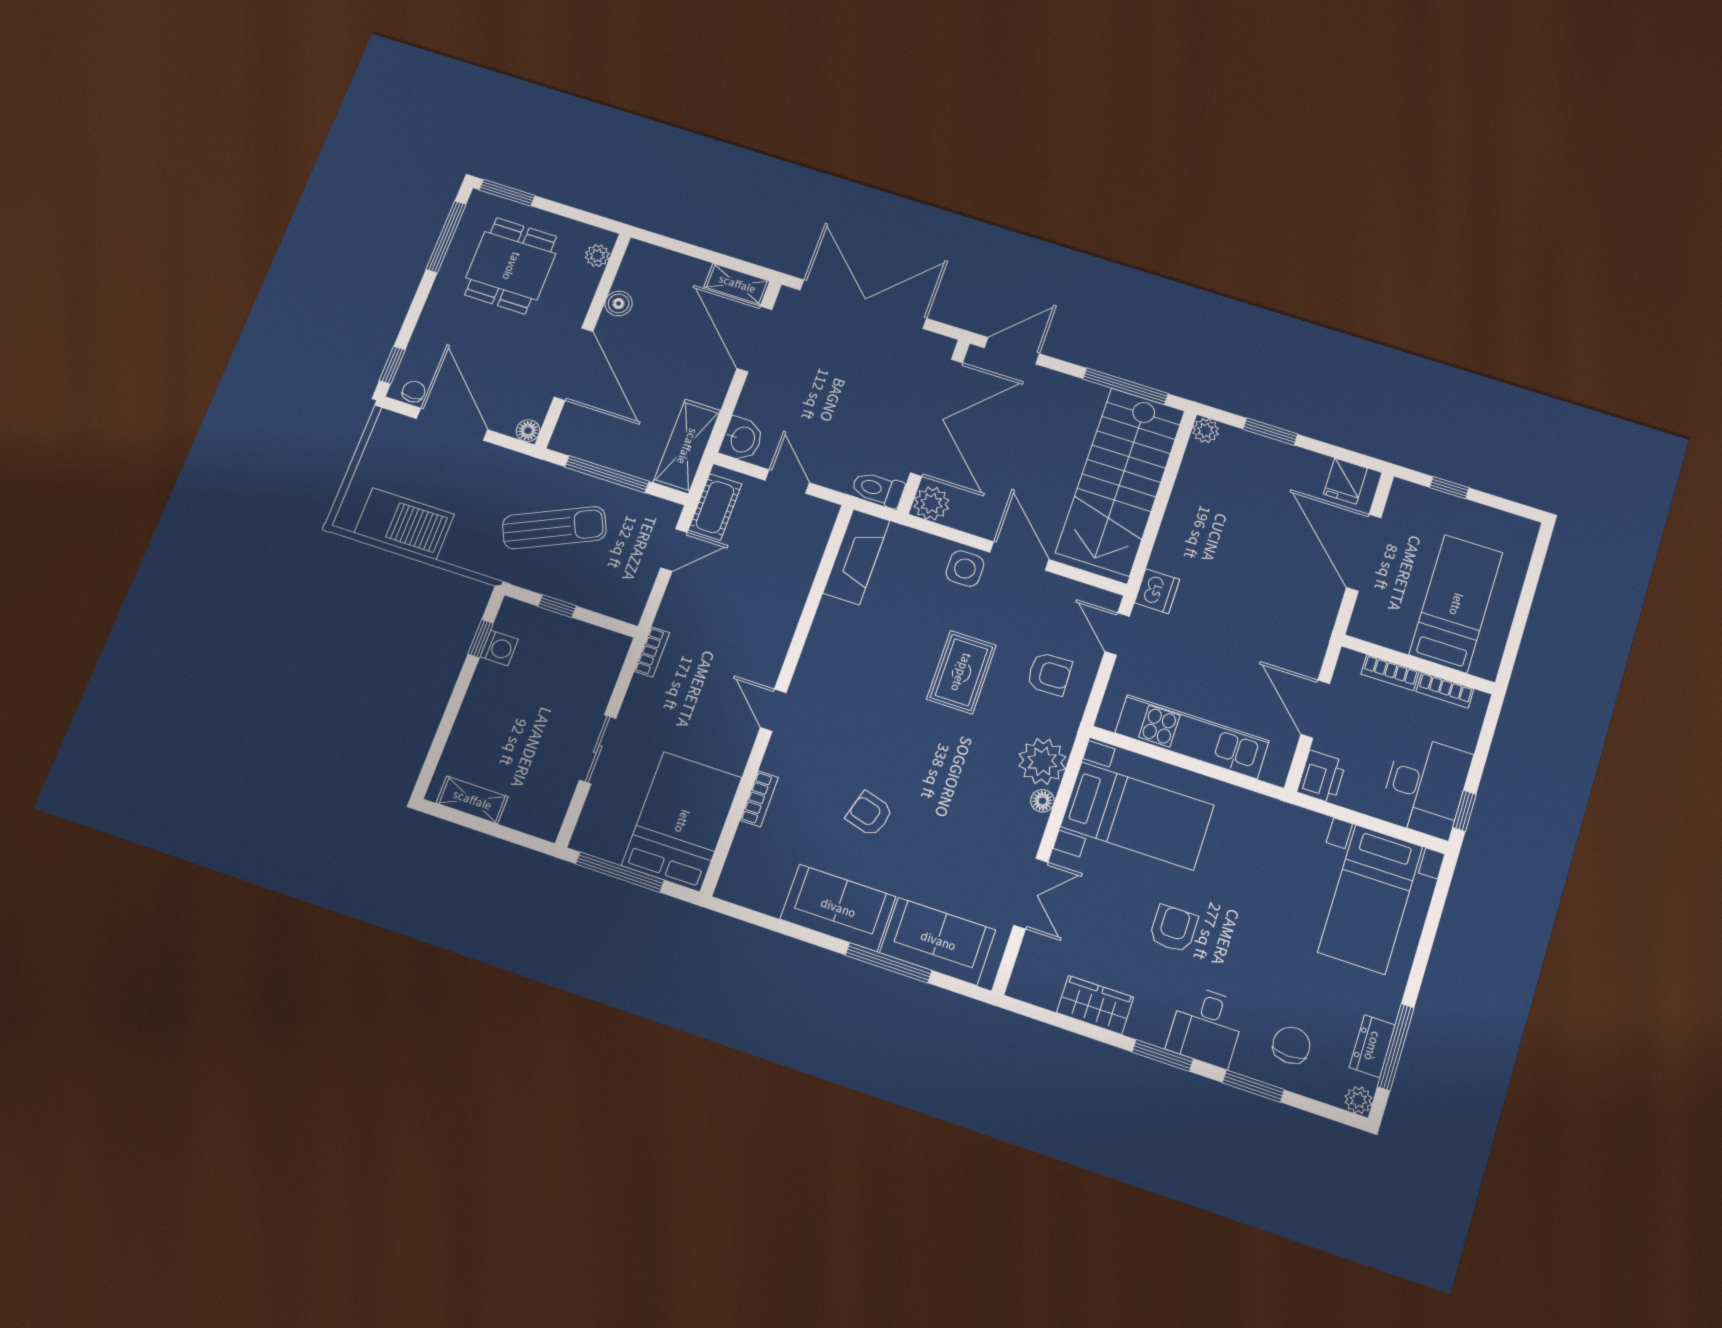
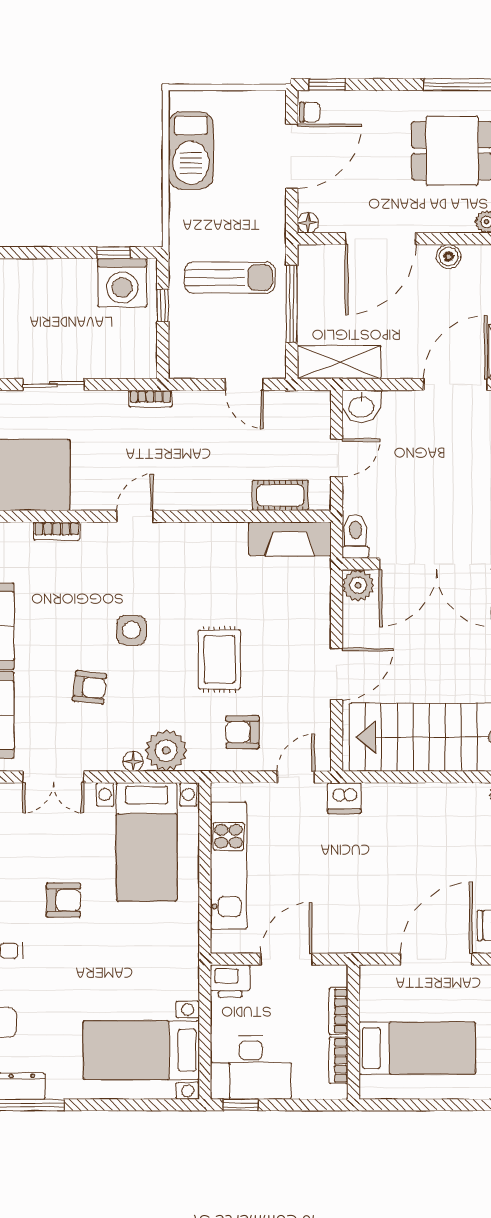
cot: (715, 507) -> (280, 495), moved
sun lounger: (554, 528) -> (230, 277), turned -65
side table: (965, 569) -> (131, 630), moved
washing machine: (499, 648) -> (122, 283), width x1.89, depth x1.89
rug: (961, 672) -> (219, 659), turned 90
armchair: (1049, 674) -> (243, 732), turned 92
armchair: (869, 814) -> (90, 687), moved, turned 80

